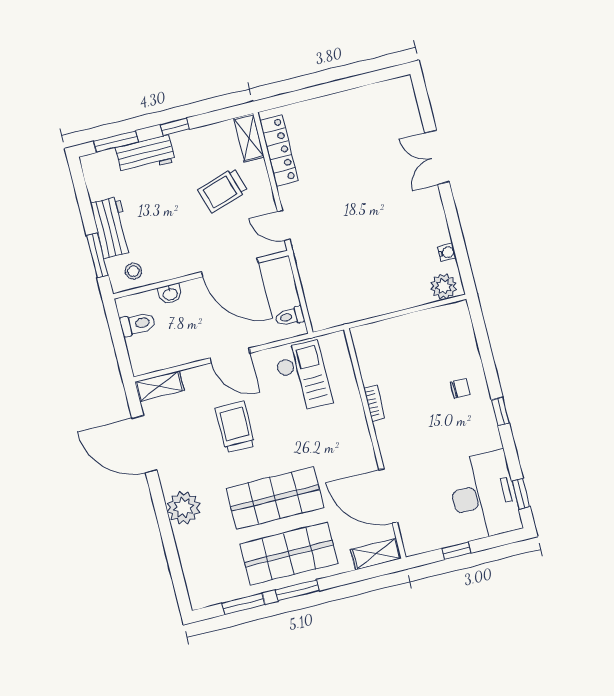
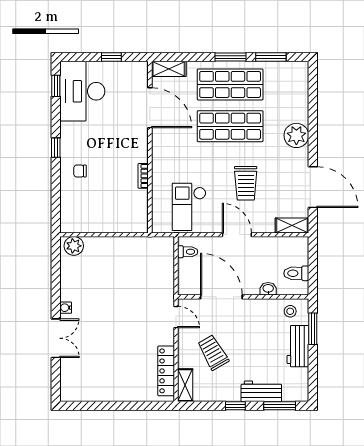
trolley: (222, 190) -> (213, 352), turned -103
water cooler: (447, 253) -> (66, 308), moved

